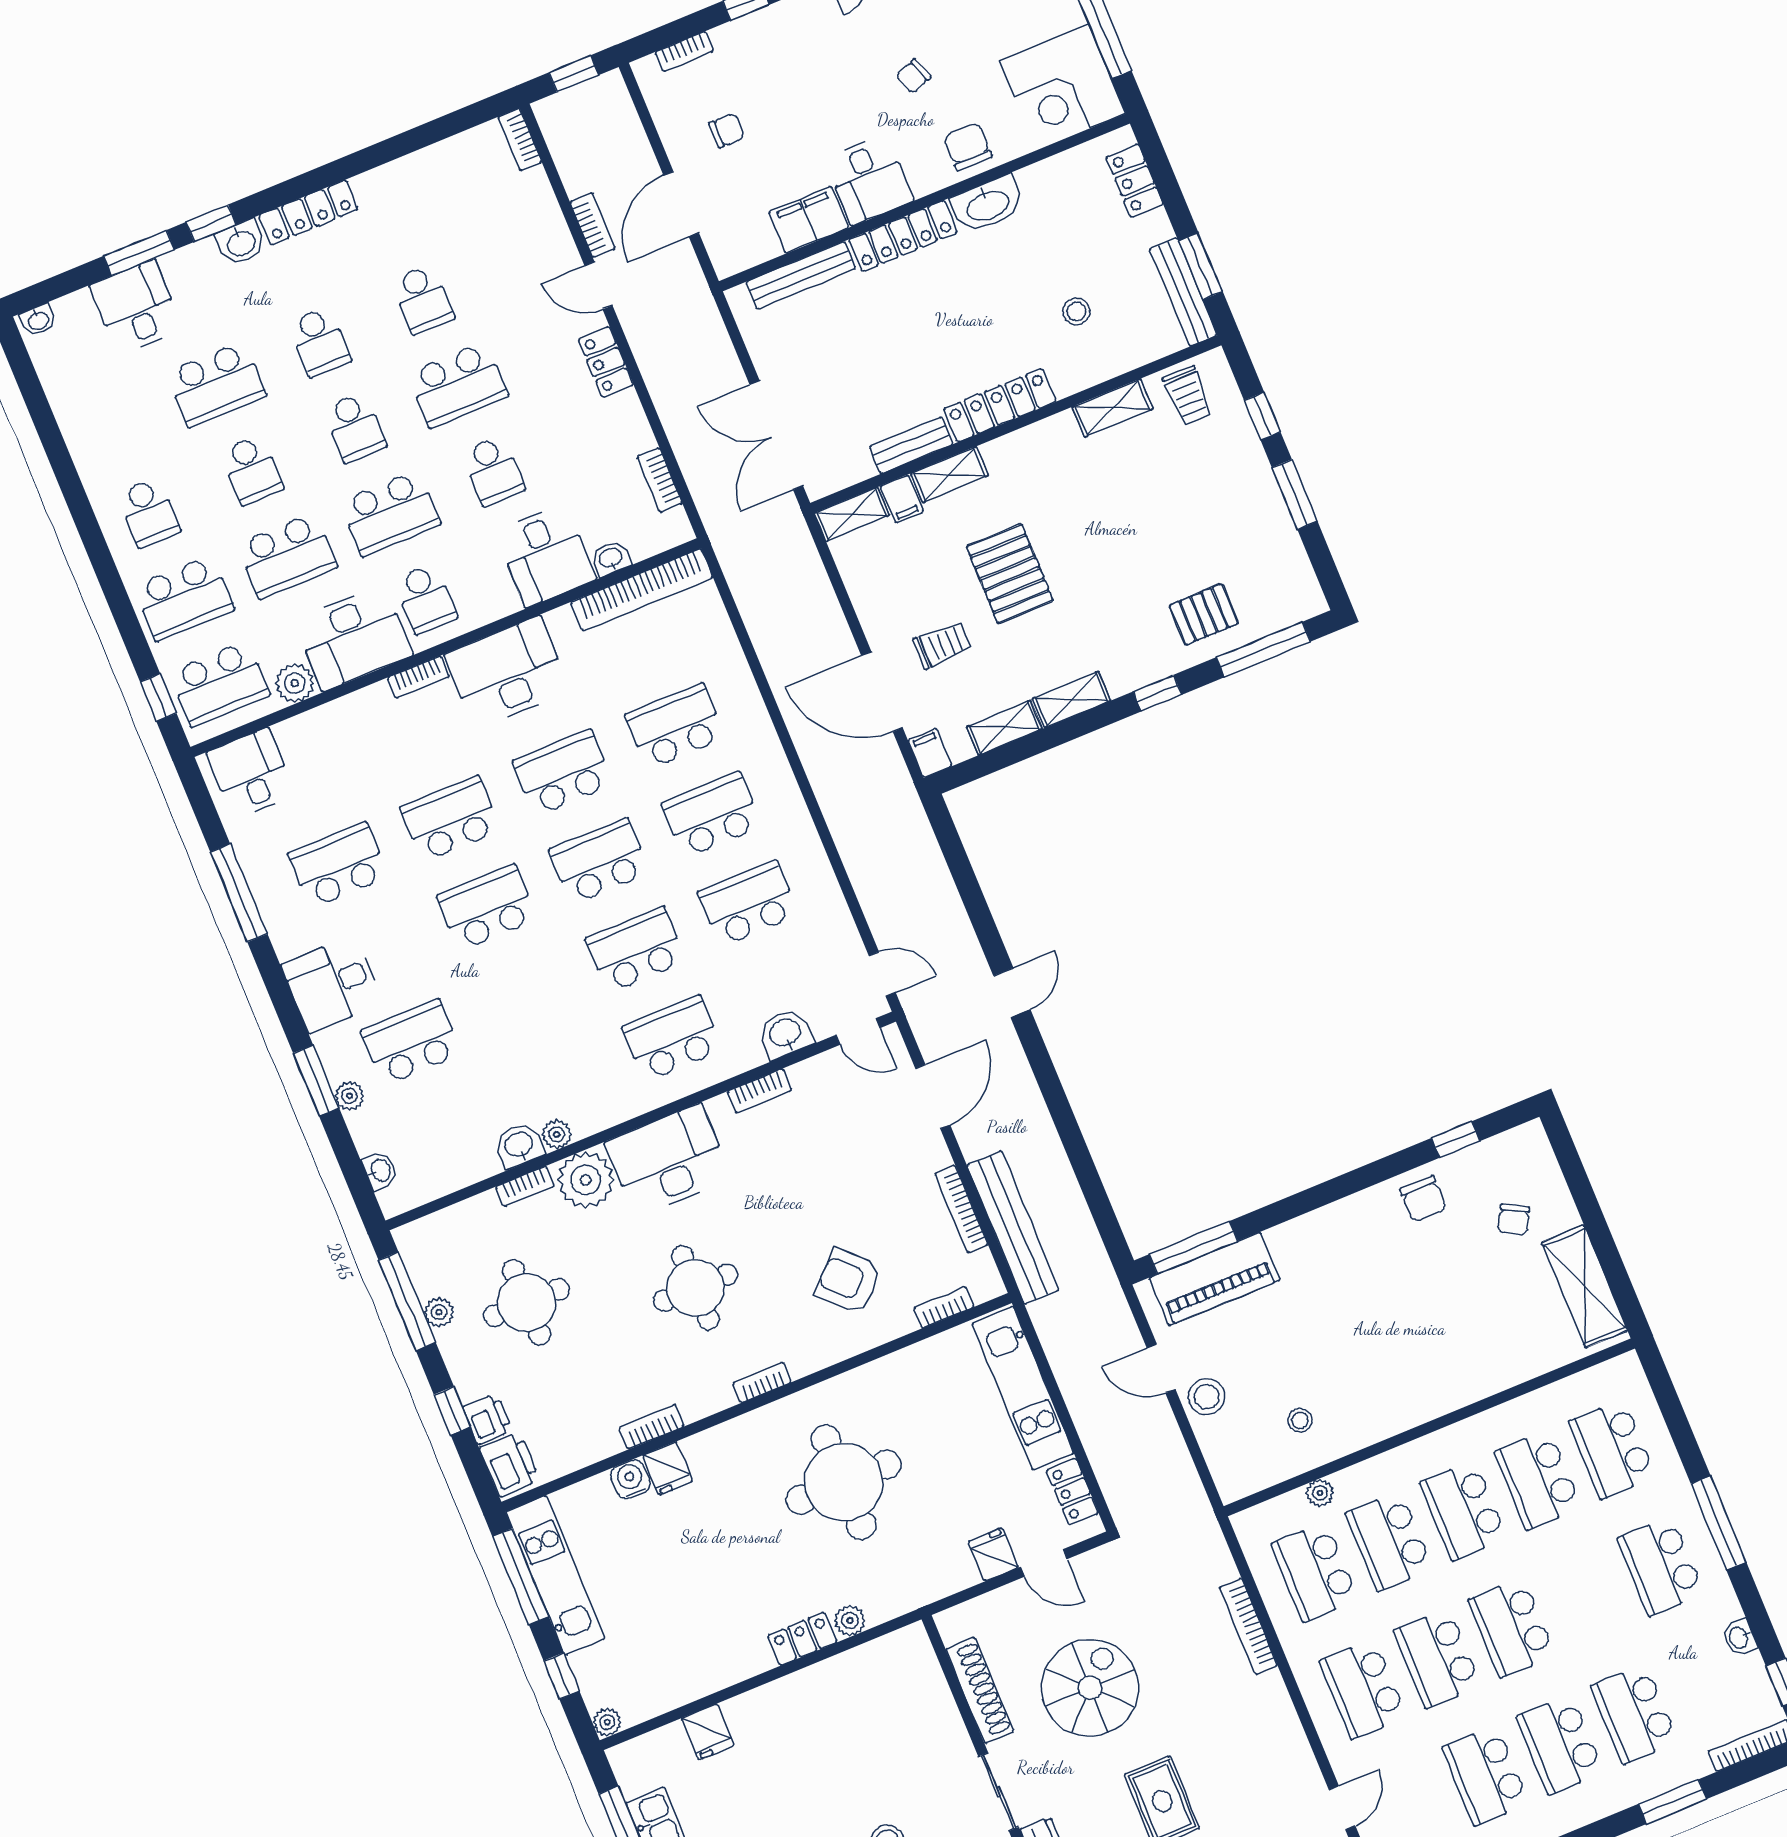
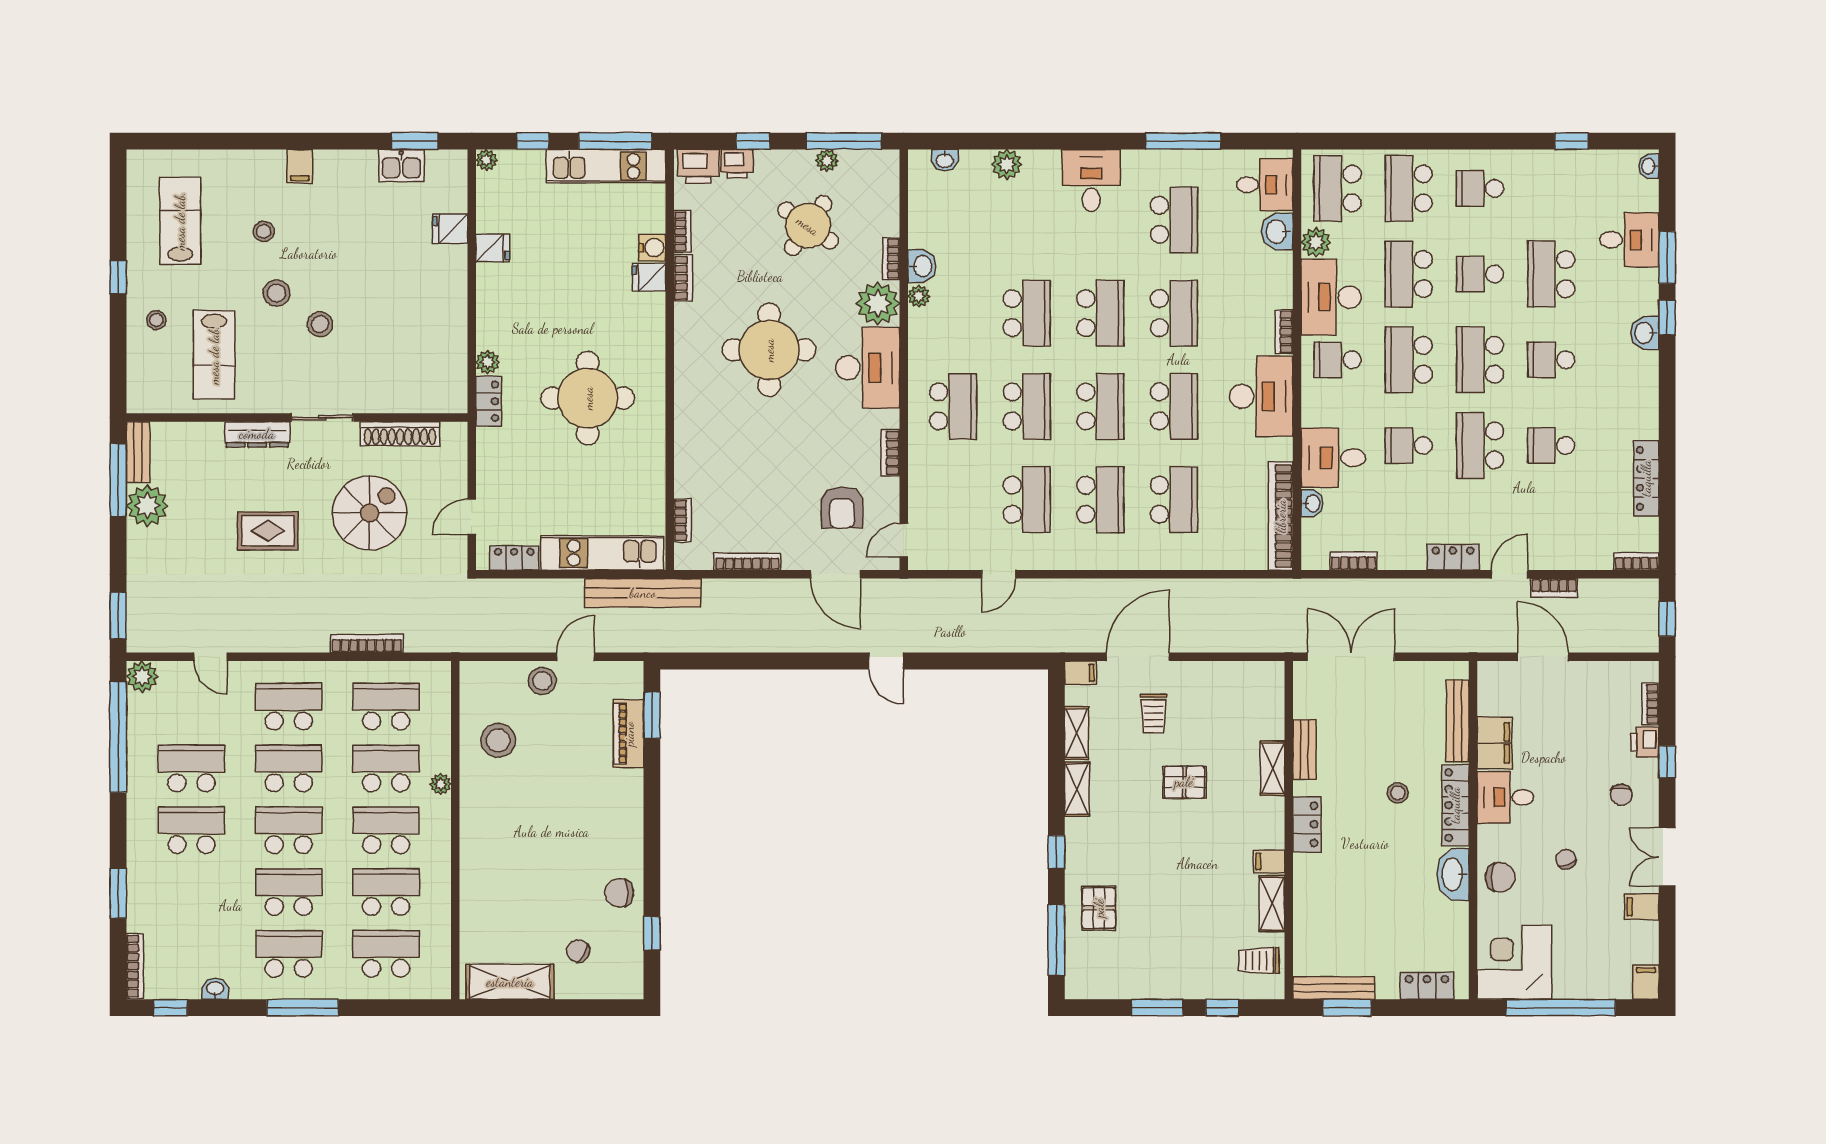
printer: (733, 39) -> (1645, 742), added
chair: (727, 130) -> (1621, 795), moved
locker: (308, 212) -> (1646, 478), moved
stool: (1076, 312) -> (1398, 793), moved
locker: (1000, 405) -> (1307, 824), width x0.66
school desk: (355, 427) -> (1480, 360), width x1.85
filing cabinet: (902, 499) -> (1269, 861), moved
shelving: (852, 514) -> (1273, 687), removed
pallet: (1010, 574) -> (1184, 782), width x0.67, depth x0.71
window: (158, 698) -> (1571, 141), moved
door: (882, 974) -> (999, 574), moved
washbasin: (785, 1034) -> (1277, 232), moved, turned 180
school desk: (411, 1042) -> (1027, 313), moved
window: (316, 1081) -> (1027, 141), removed
plant: (349, 1096) -> (1007, 164), width x1.38, depth x1.38
bench: (1013, 1228) -> (643, 593), moved
window: (1193, 1248) -> (652, 715), width x0.69
piano: (1215, 1279) -> (629, 734), width x0.73, depth x0.75
armchair: (849, 1281) -> (842, 508), moved, turned 133
round table: (696, 1288) -> (769, 350), width x1.36, depth x1.36
round table: (527, 1303) -> (808, 226), turned 35
bookcase: (762, 1383) -> (682, 231), moved
stool: (1300, 1420) -> (498, 740), width x1.89, depth x1.89
plant: (1320, 1493) -> (441, 784), moved
fridge: (993, 1554) -> (493, 248), moved
locker: (802, 1639) -> (489, 401), moved
spiral stairs: (1090, 1688) -> (370, 513), turned -90
school desk: (1635, 1714) -> (289, 892), moved

